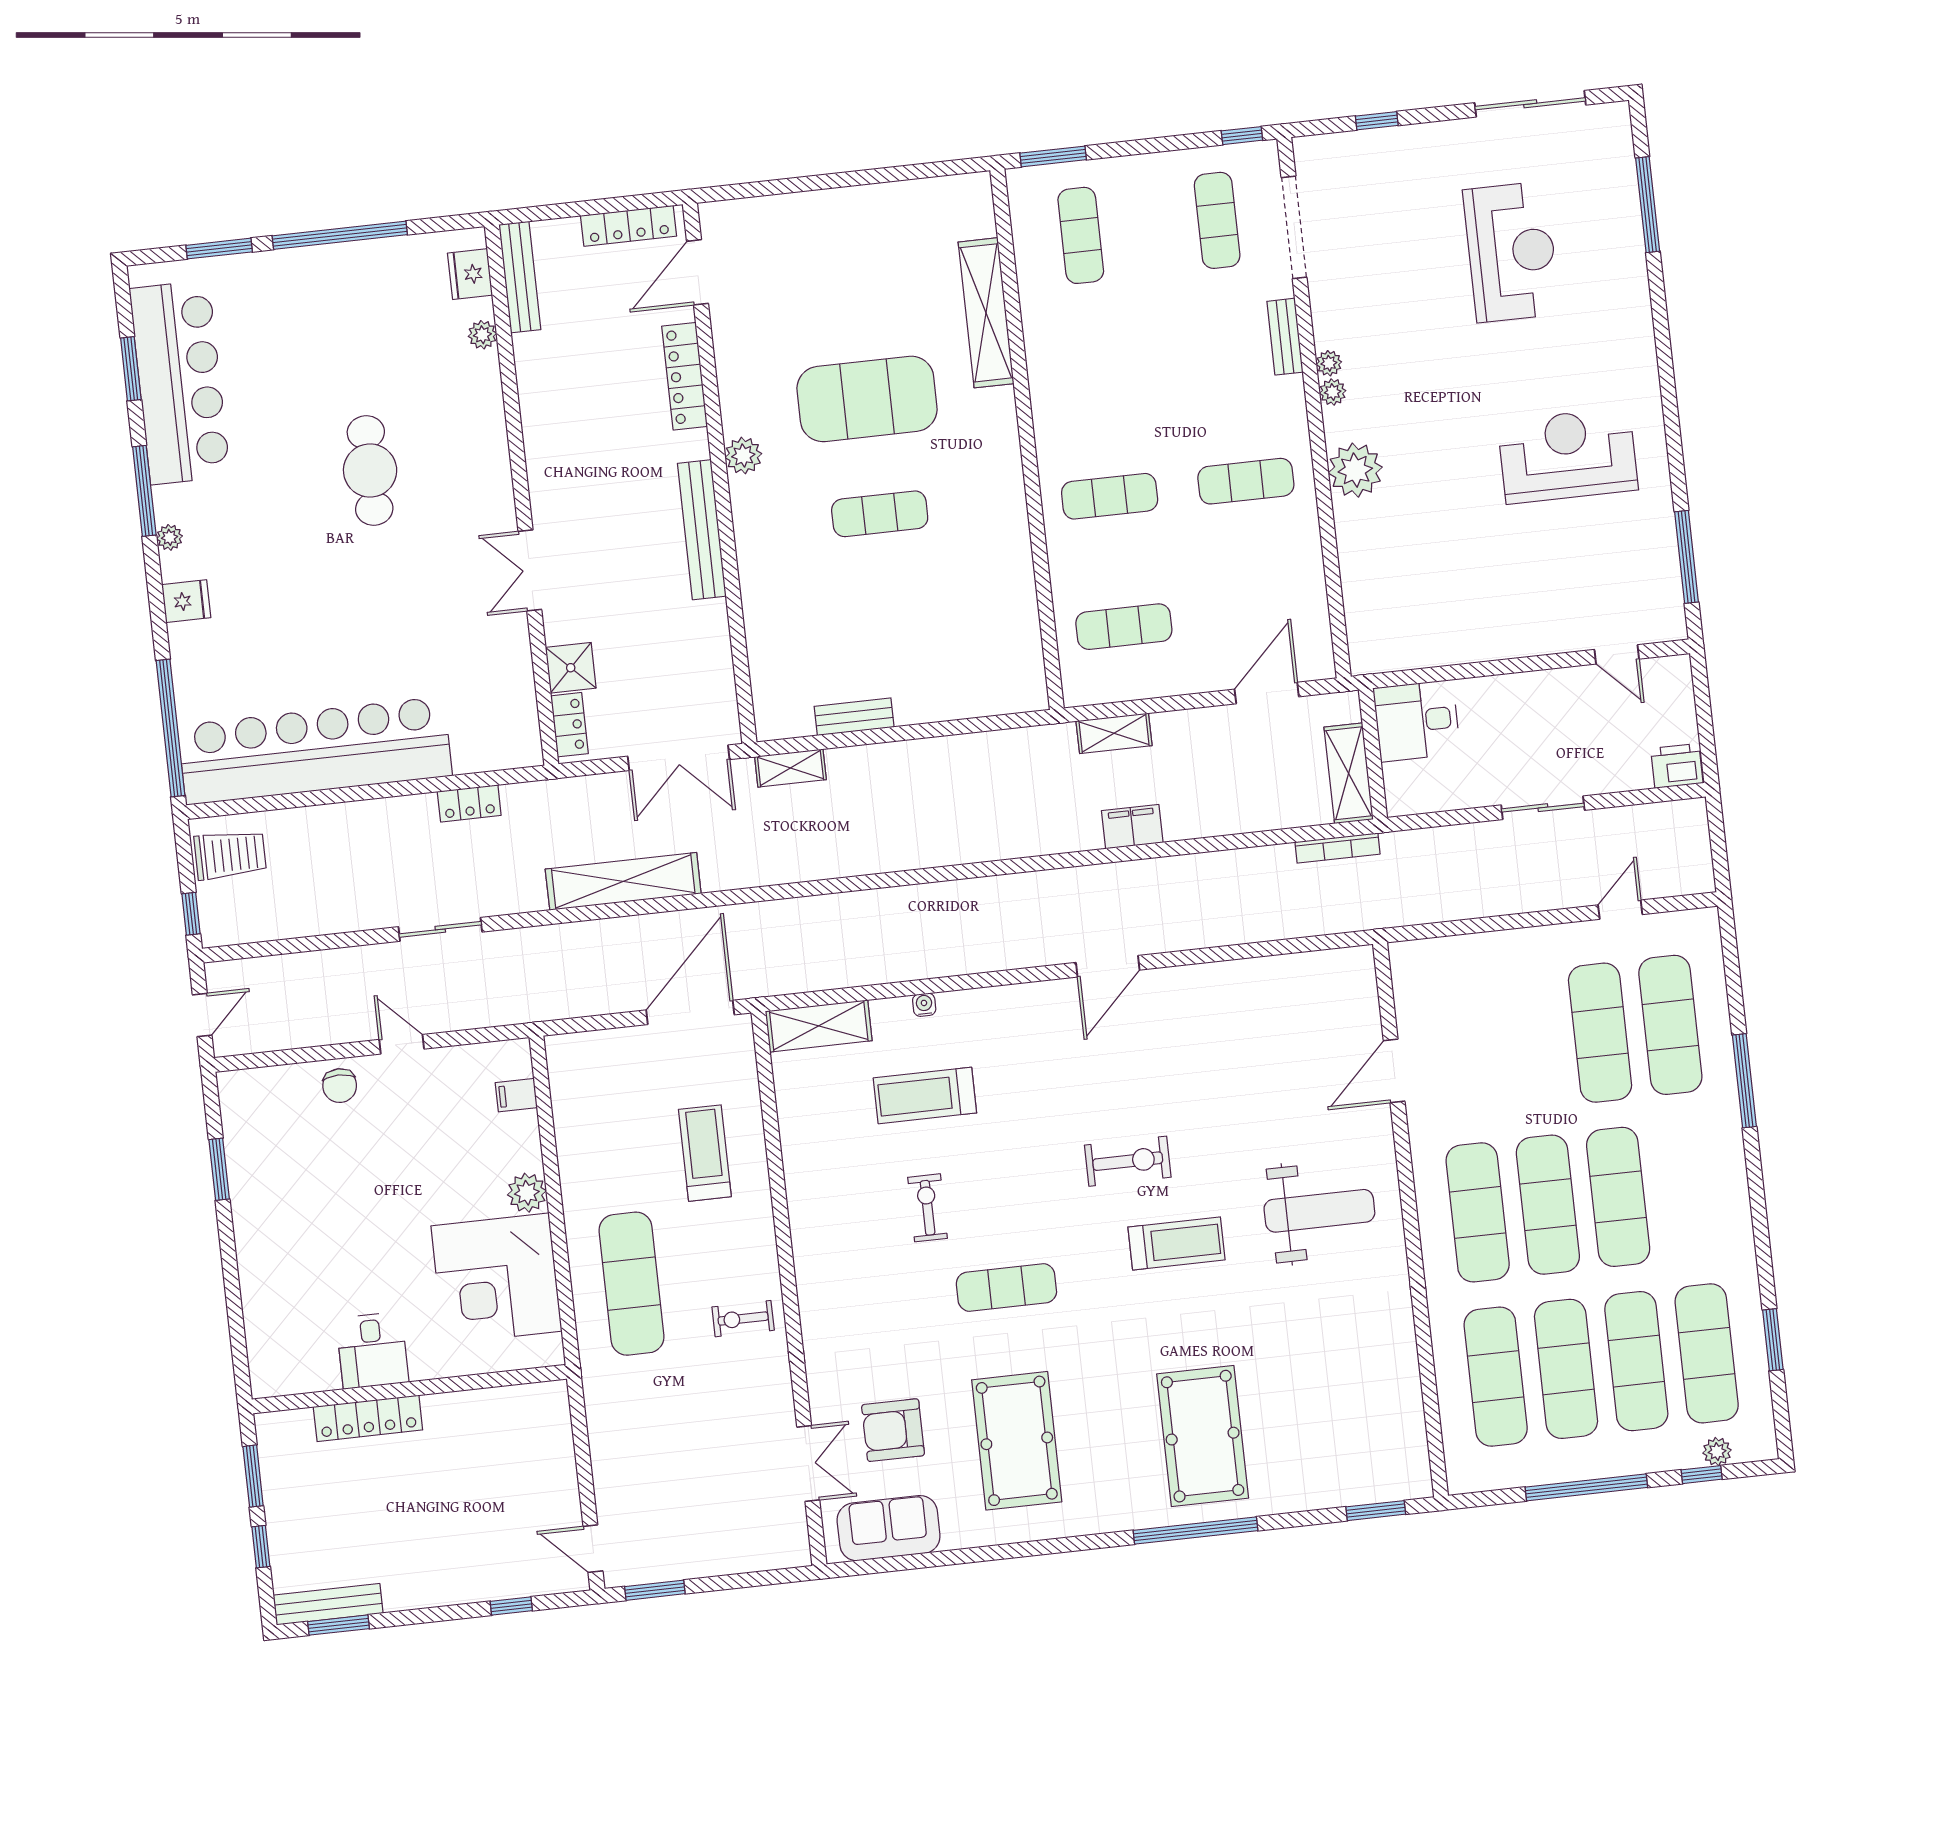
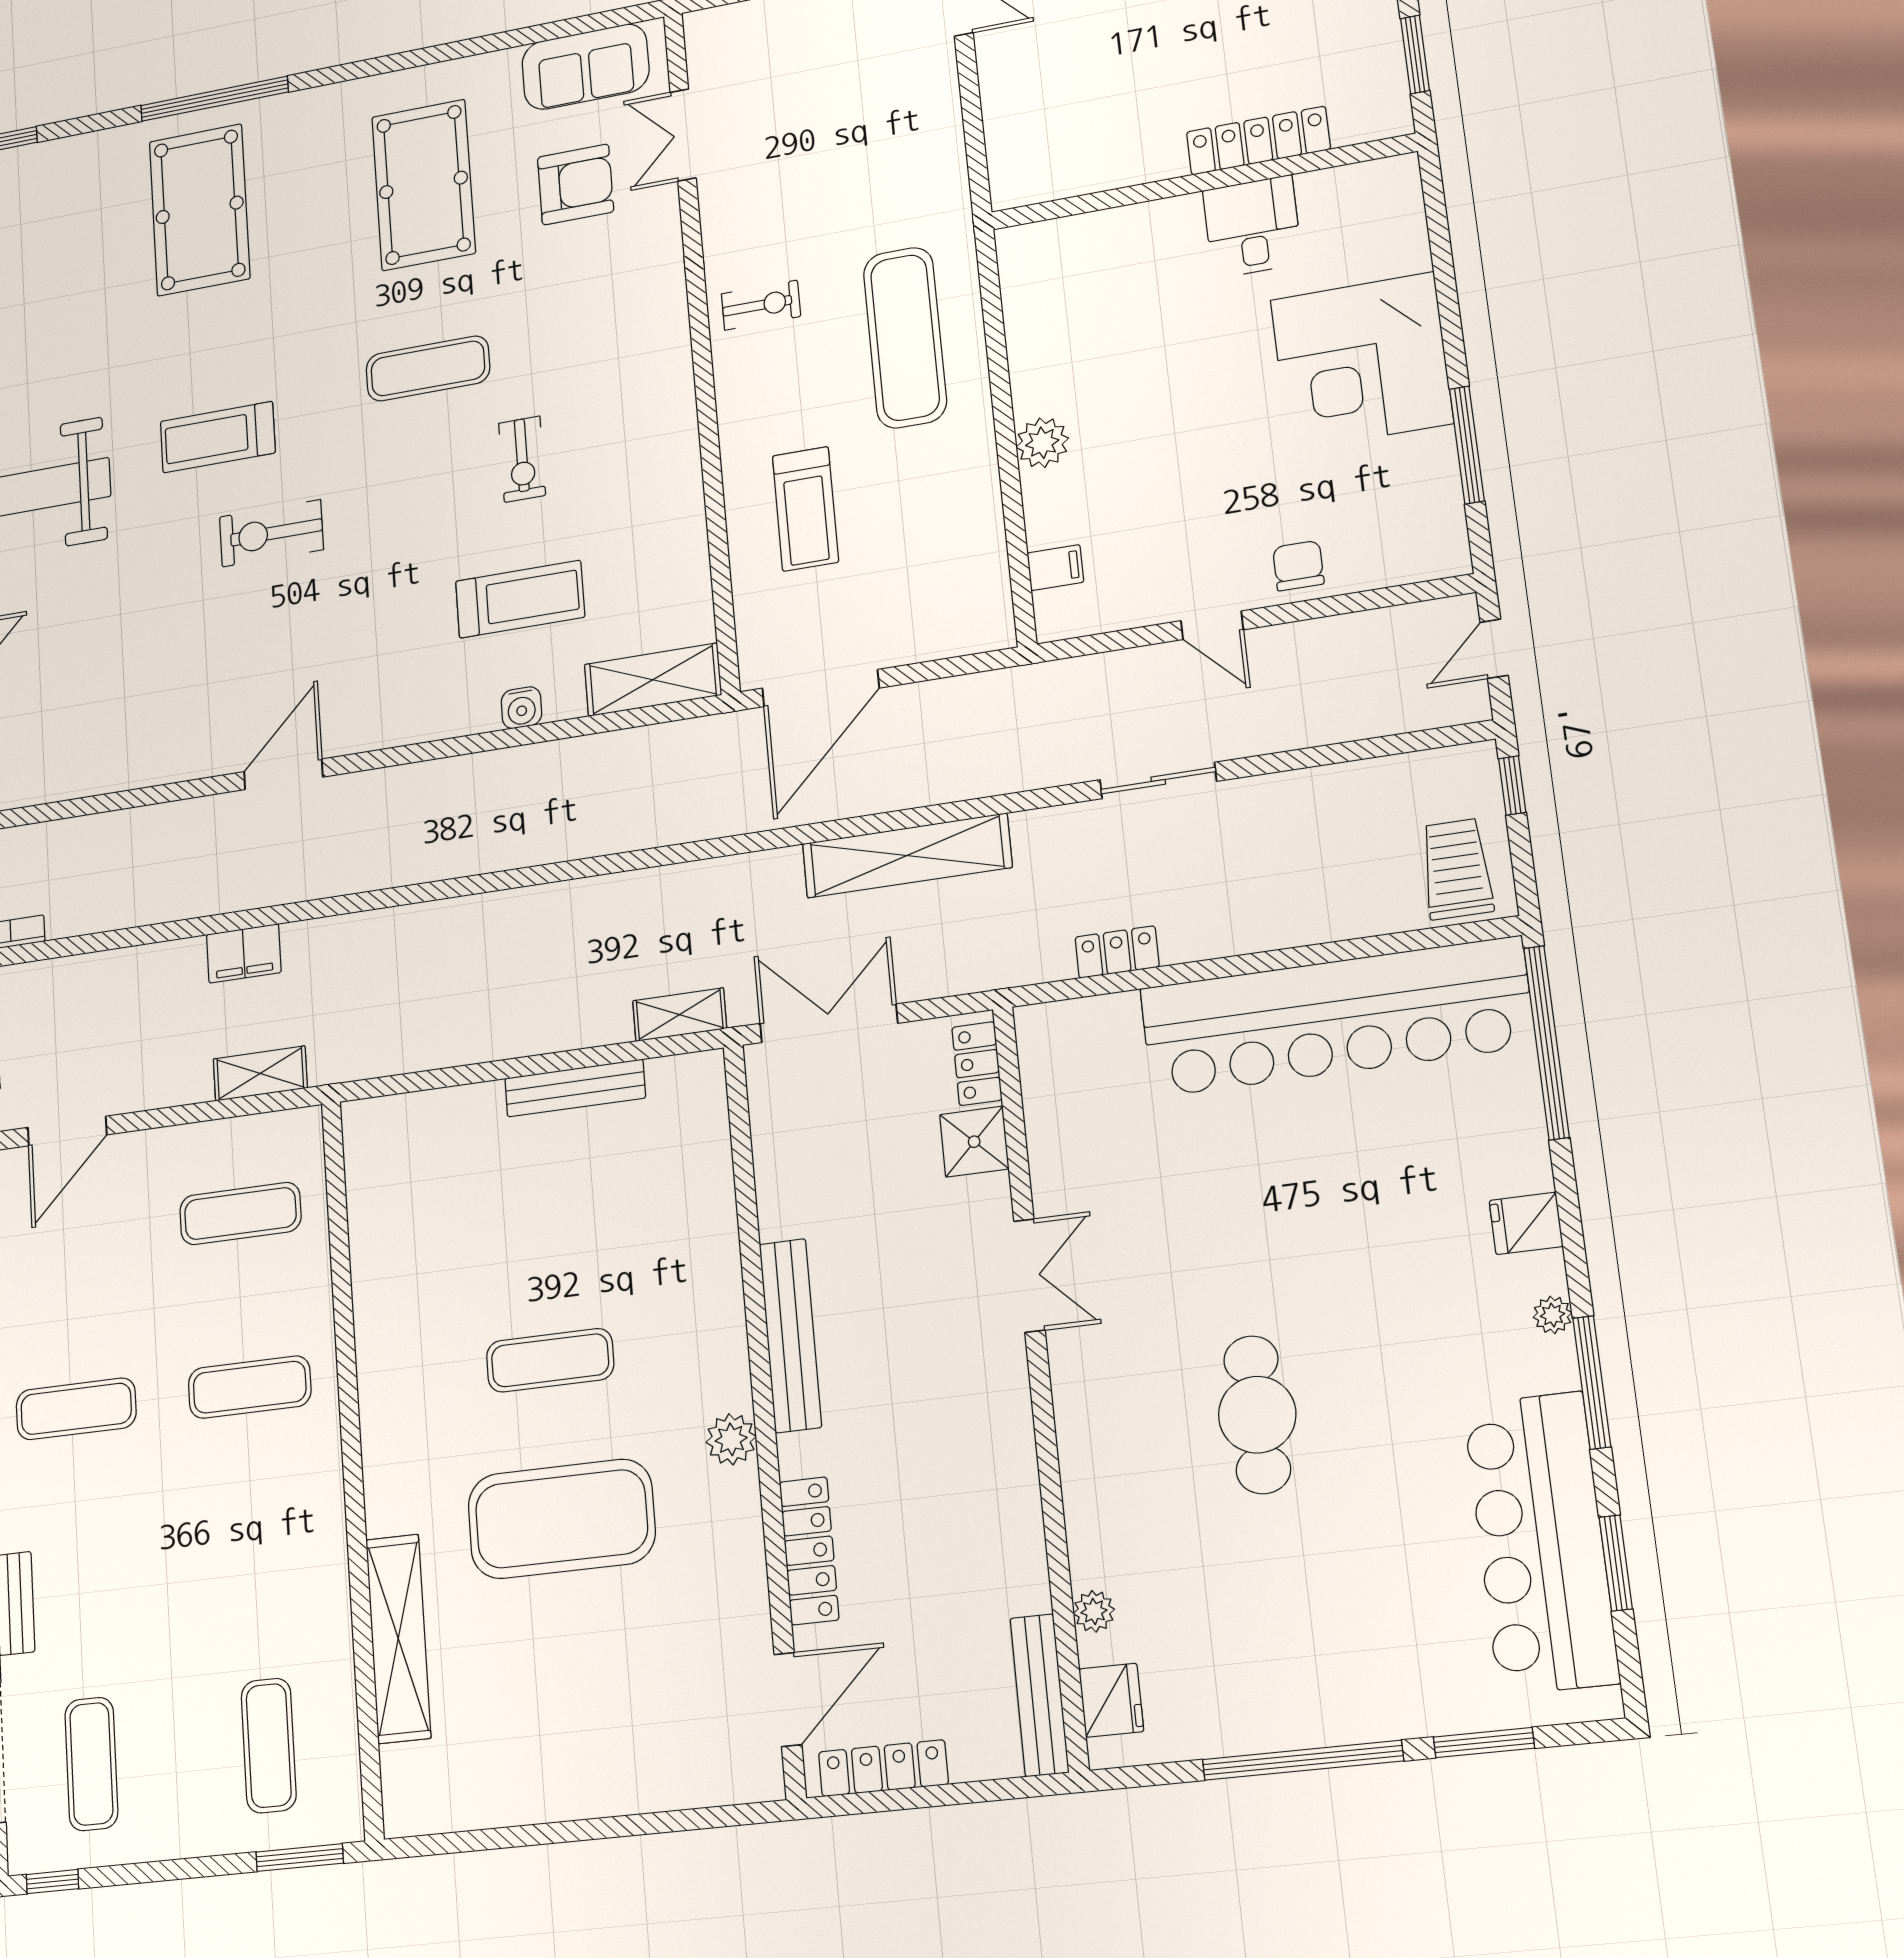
bench: (854, 717) -> (575, 1088), width x1.36
trolley: (230, 855) -> (1457, 869), turned 90
water cooler: (924, 1005) -> (521, 708), width x1.38, depth x1.38
window: (219, 1169) -> (1467, 445), width x1.44
corner desk: (496, 1279) -> (1361, 361), moved, turned 180

